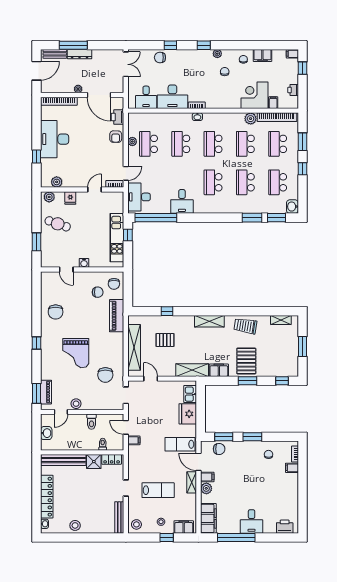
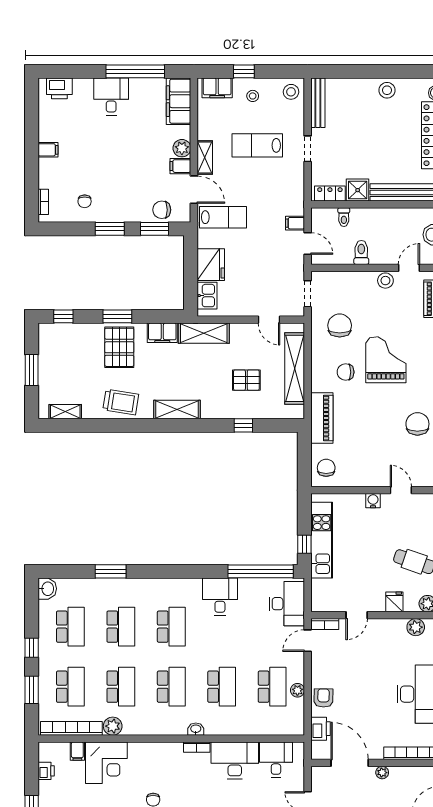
window: (277, 218) -> (72, 571), removed
chair: (98, 292) -> (346, 372), moved
filing cabinet: (292, 468) -> (48, 150), moved

